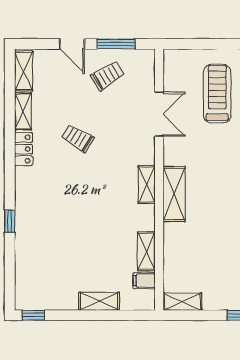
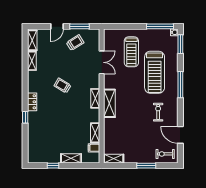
door: (72, 44) -> (57, 26), hinge flipped
treadmill: (217, 94) -> (131, 52), turned 180
trolley: (78, 138) -> (62, 85), moved
locker: (24, 149) -> (32, 102), moved
window: (34, 315) -> (53, 166), moved

